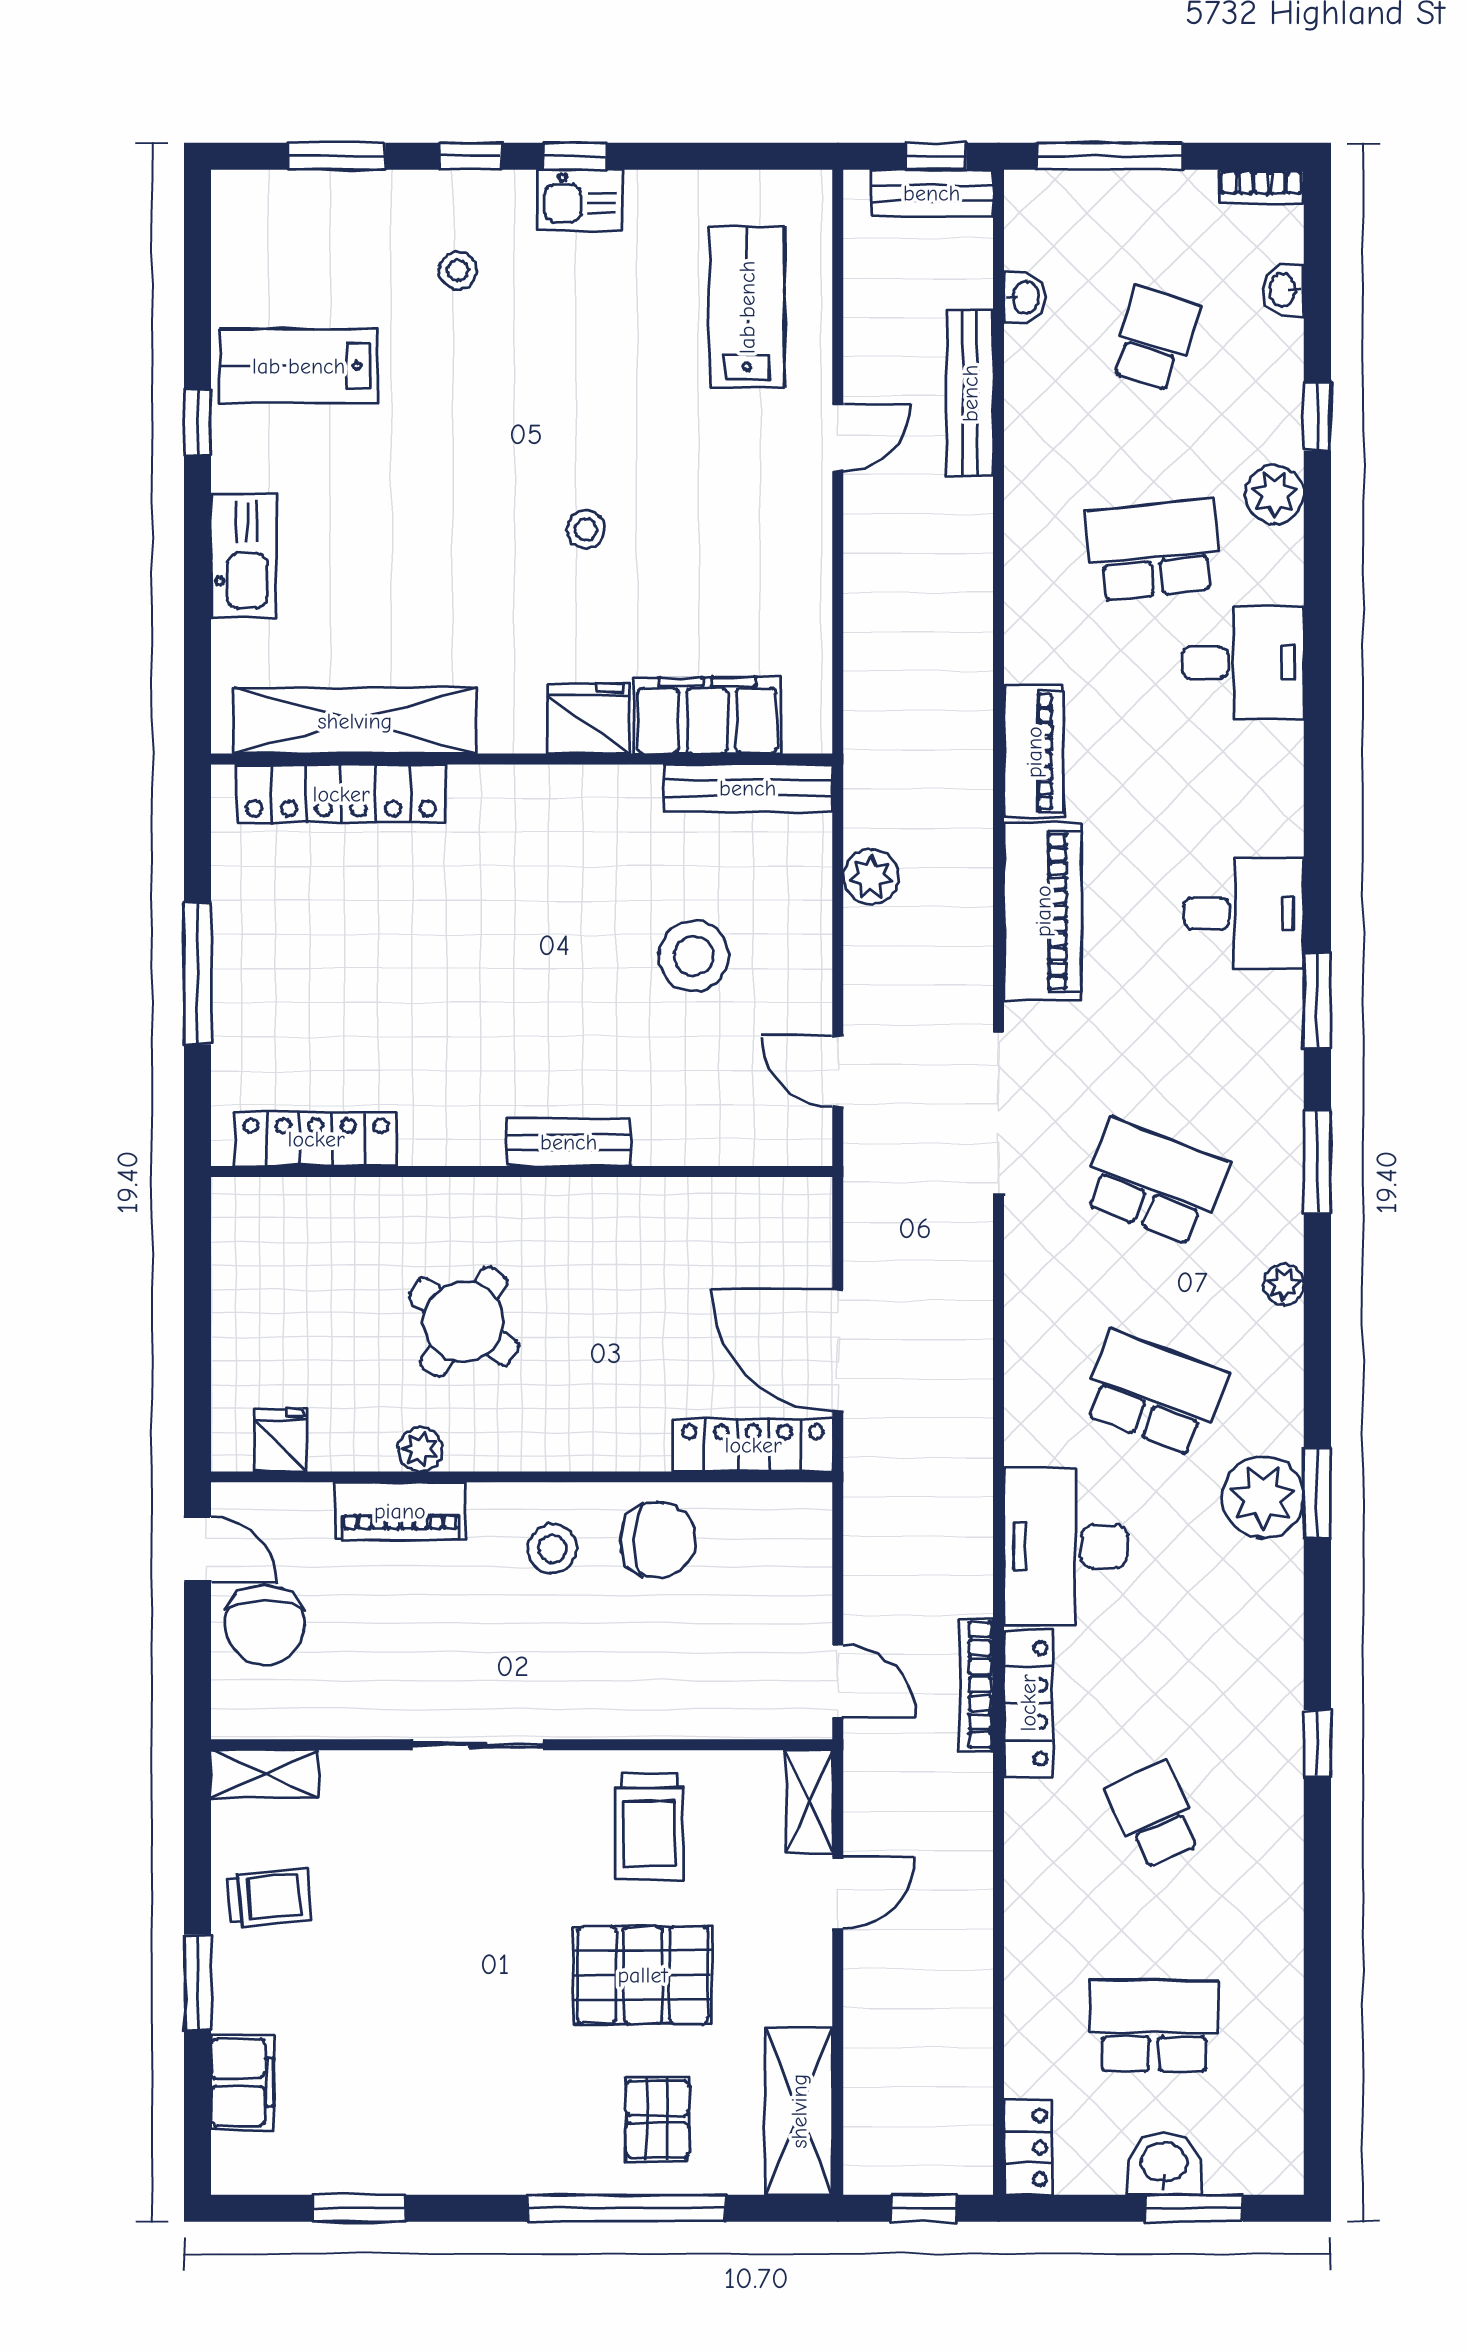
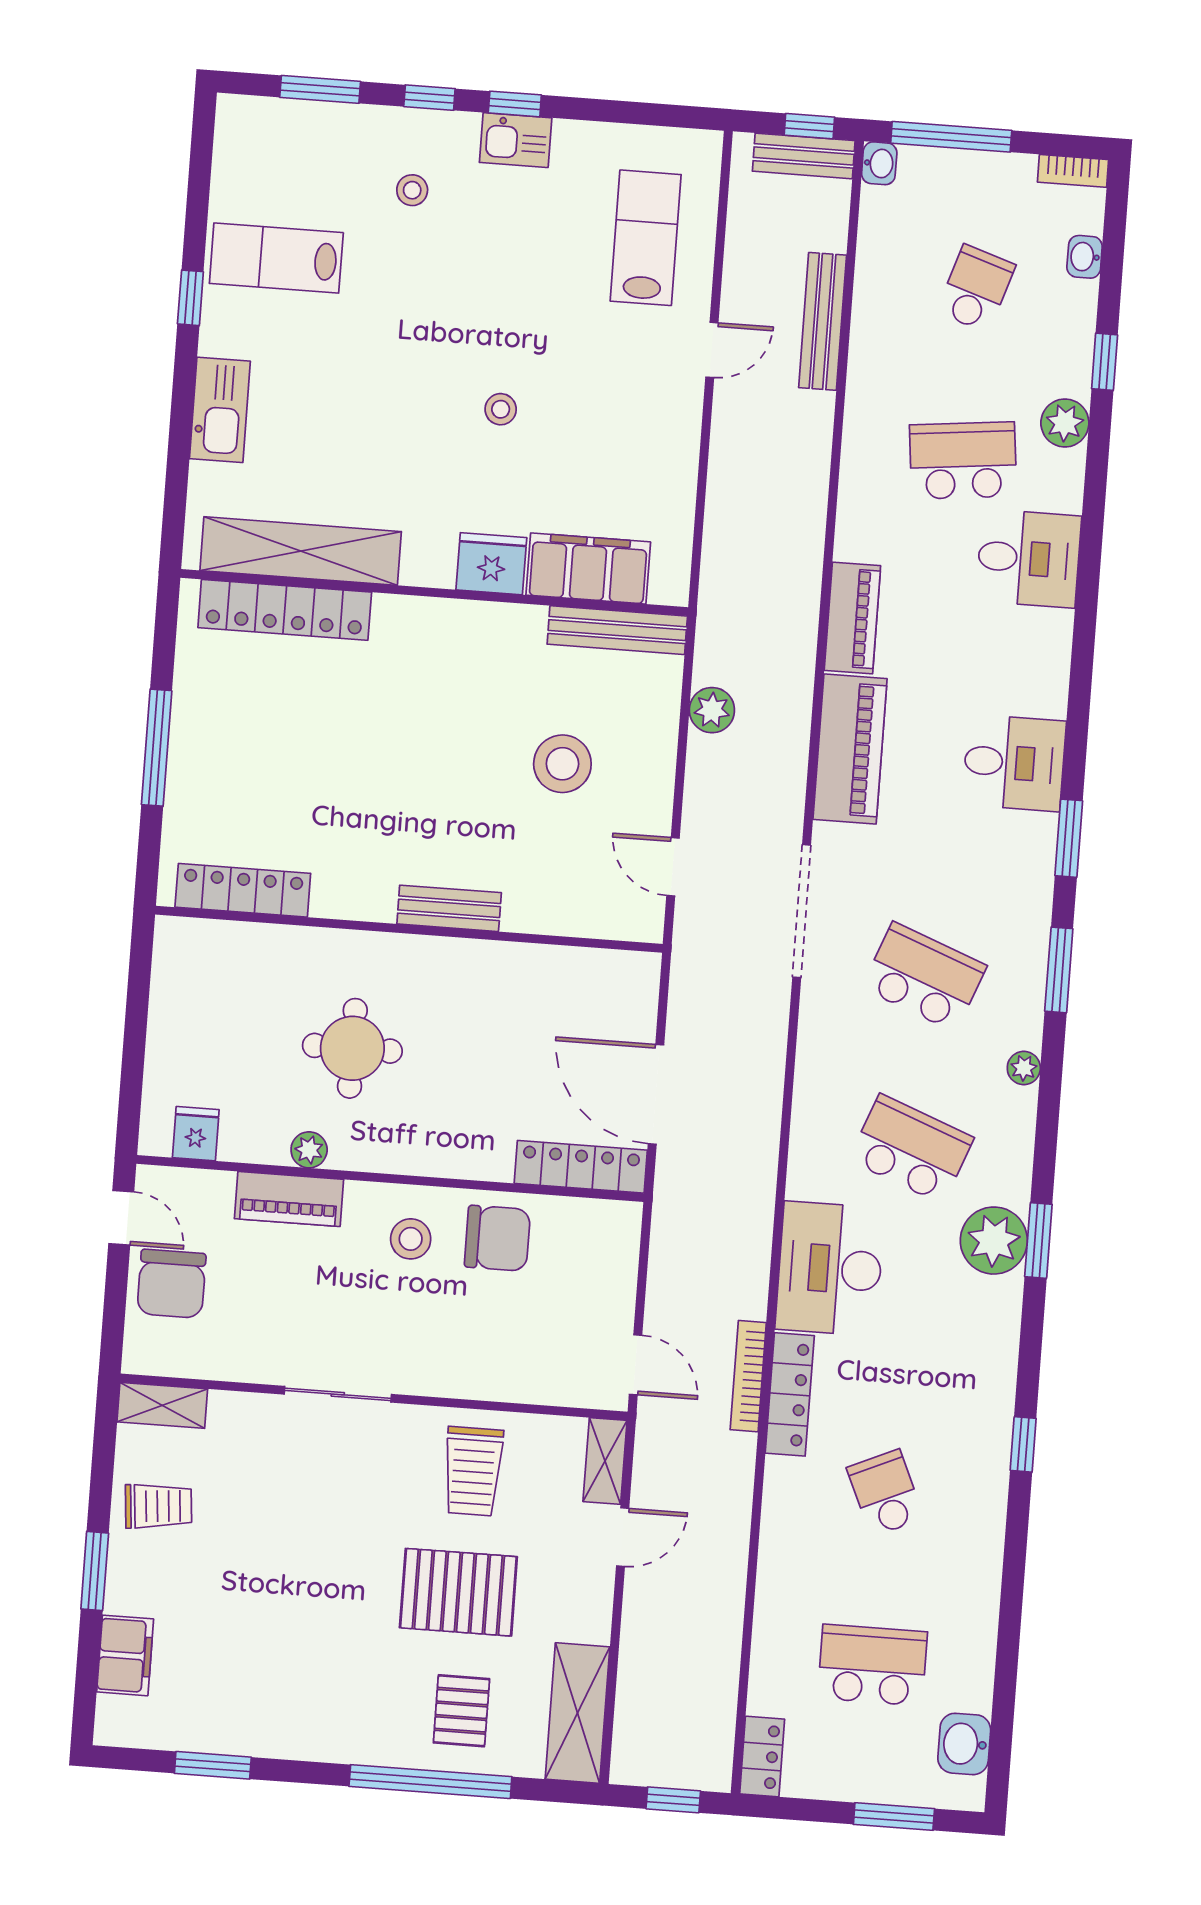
washbasin: (1025, 298) -> (879, 163), moved
round table: (464, 1322) -> (352, 1048), turned -35
washbasin: (1164, 2164) -> (964, 1744), moved, turned -90

